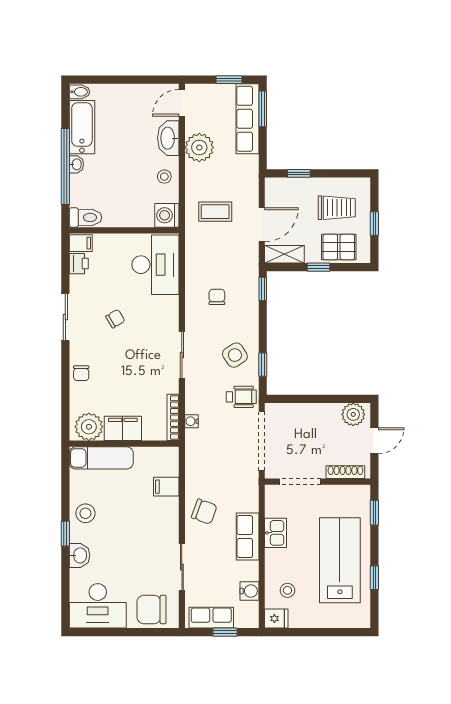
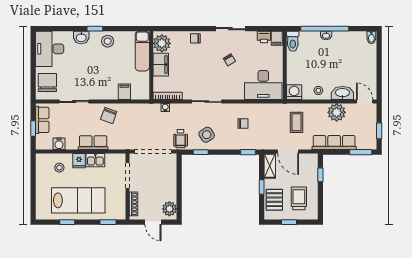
row of seats: (247, 119) -> (334, 143), moved
bathtub: (82, 127) -> (349, 39), removed
trolley: (337, 208) -> (299, 198), turned 180
fridge: (276, 619) -> (79, 161), moved

